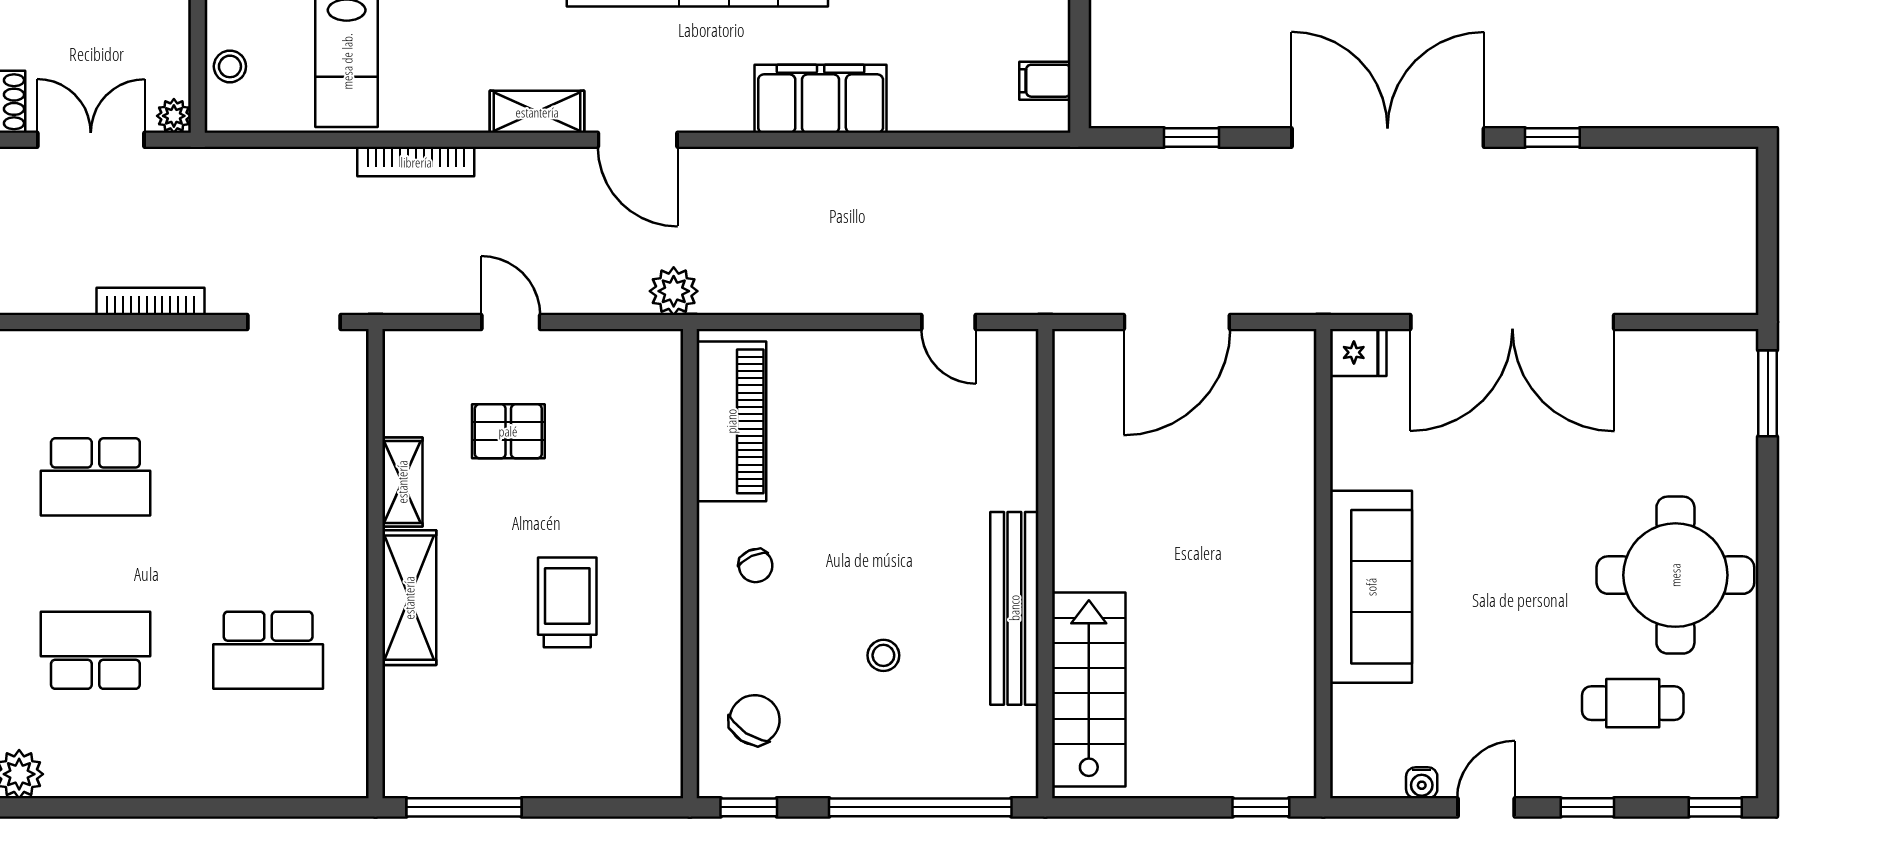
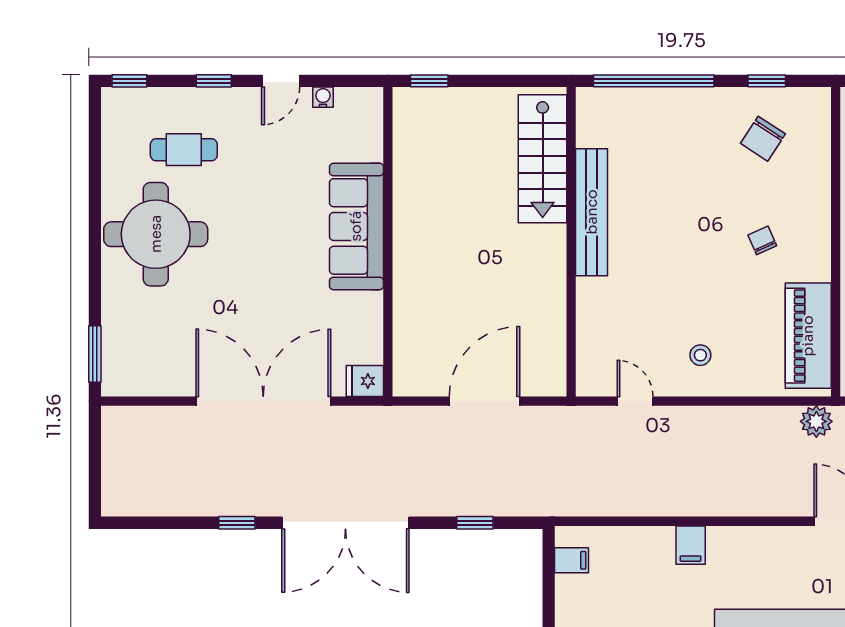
filing cabinet: (821, 99) -> (691, 545), width x0.33, depth x0.86
piano: (731, 421) -> (808, 336), moved
wall: (690, 564) -> (836, 242), moved
stool: (883, 655) -> (700, 355), moved

